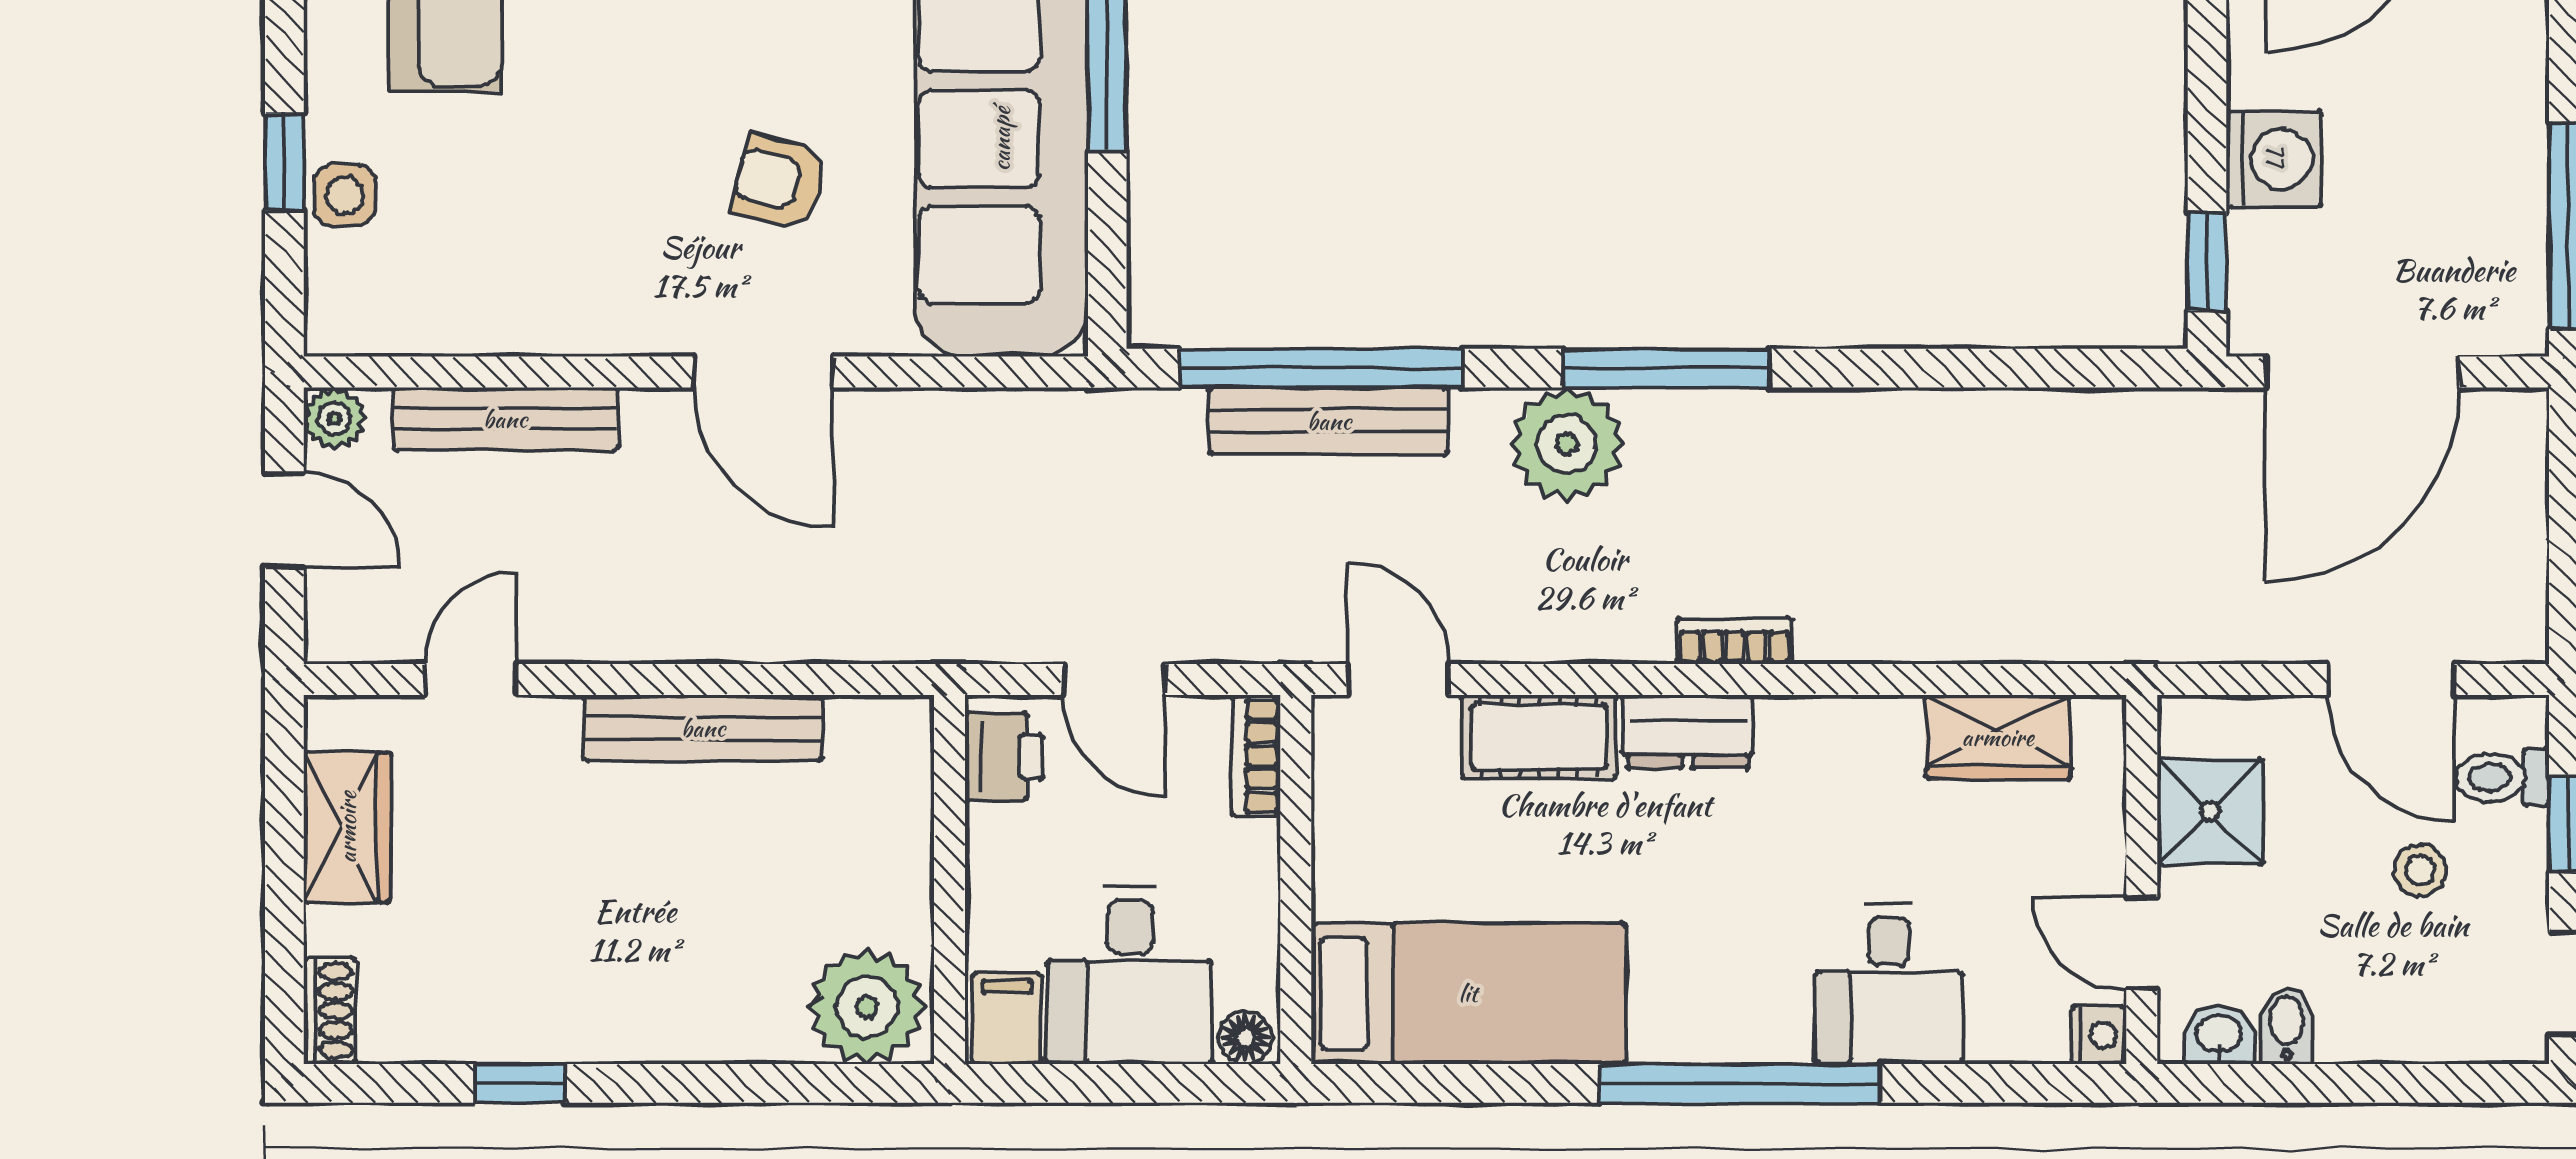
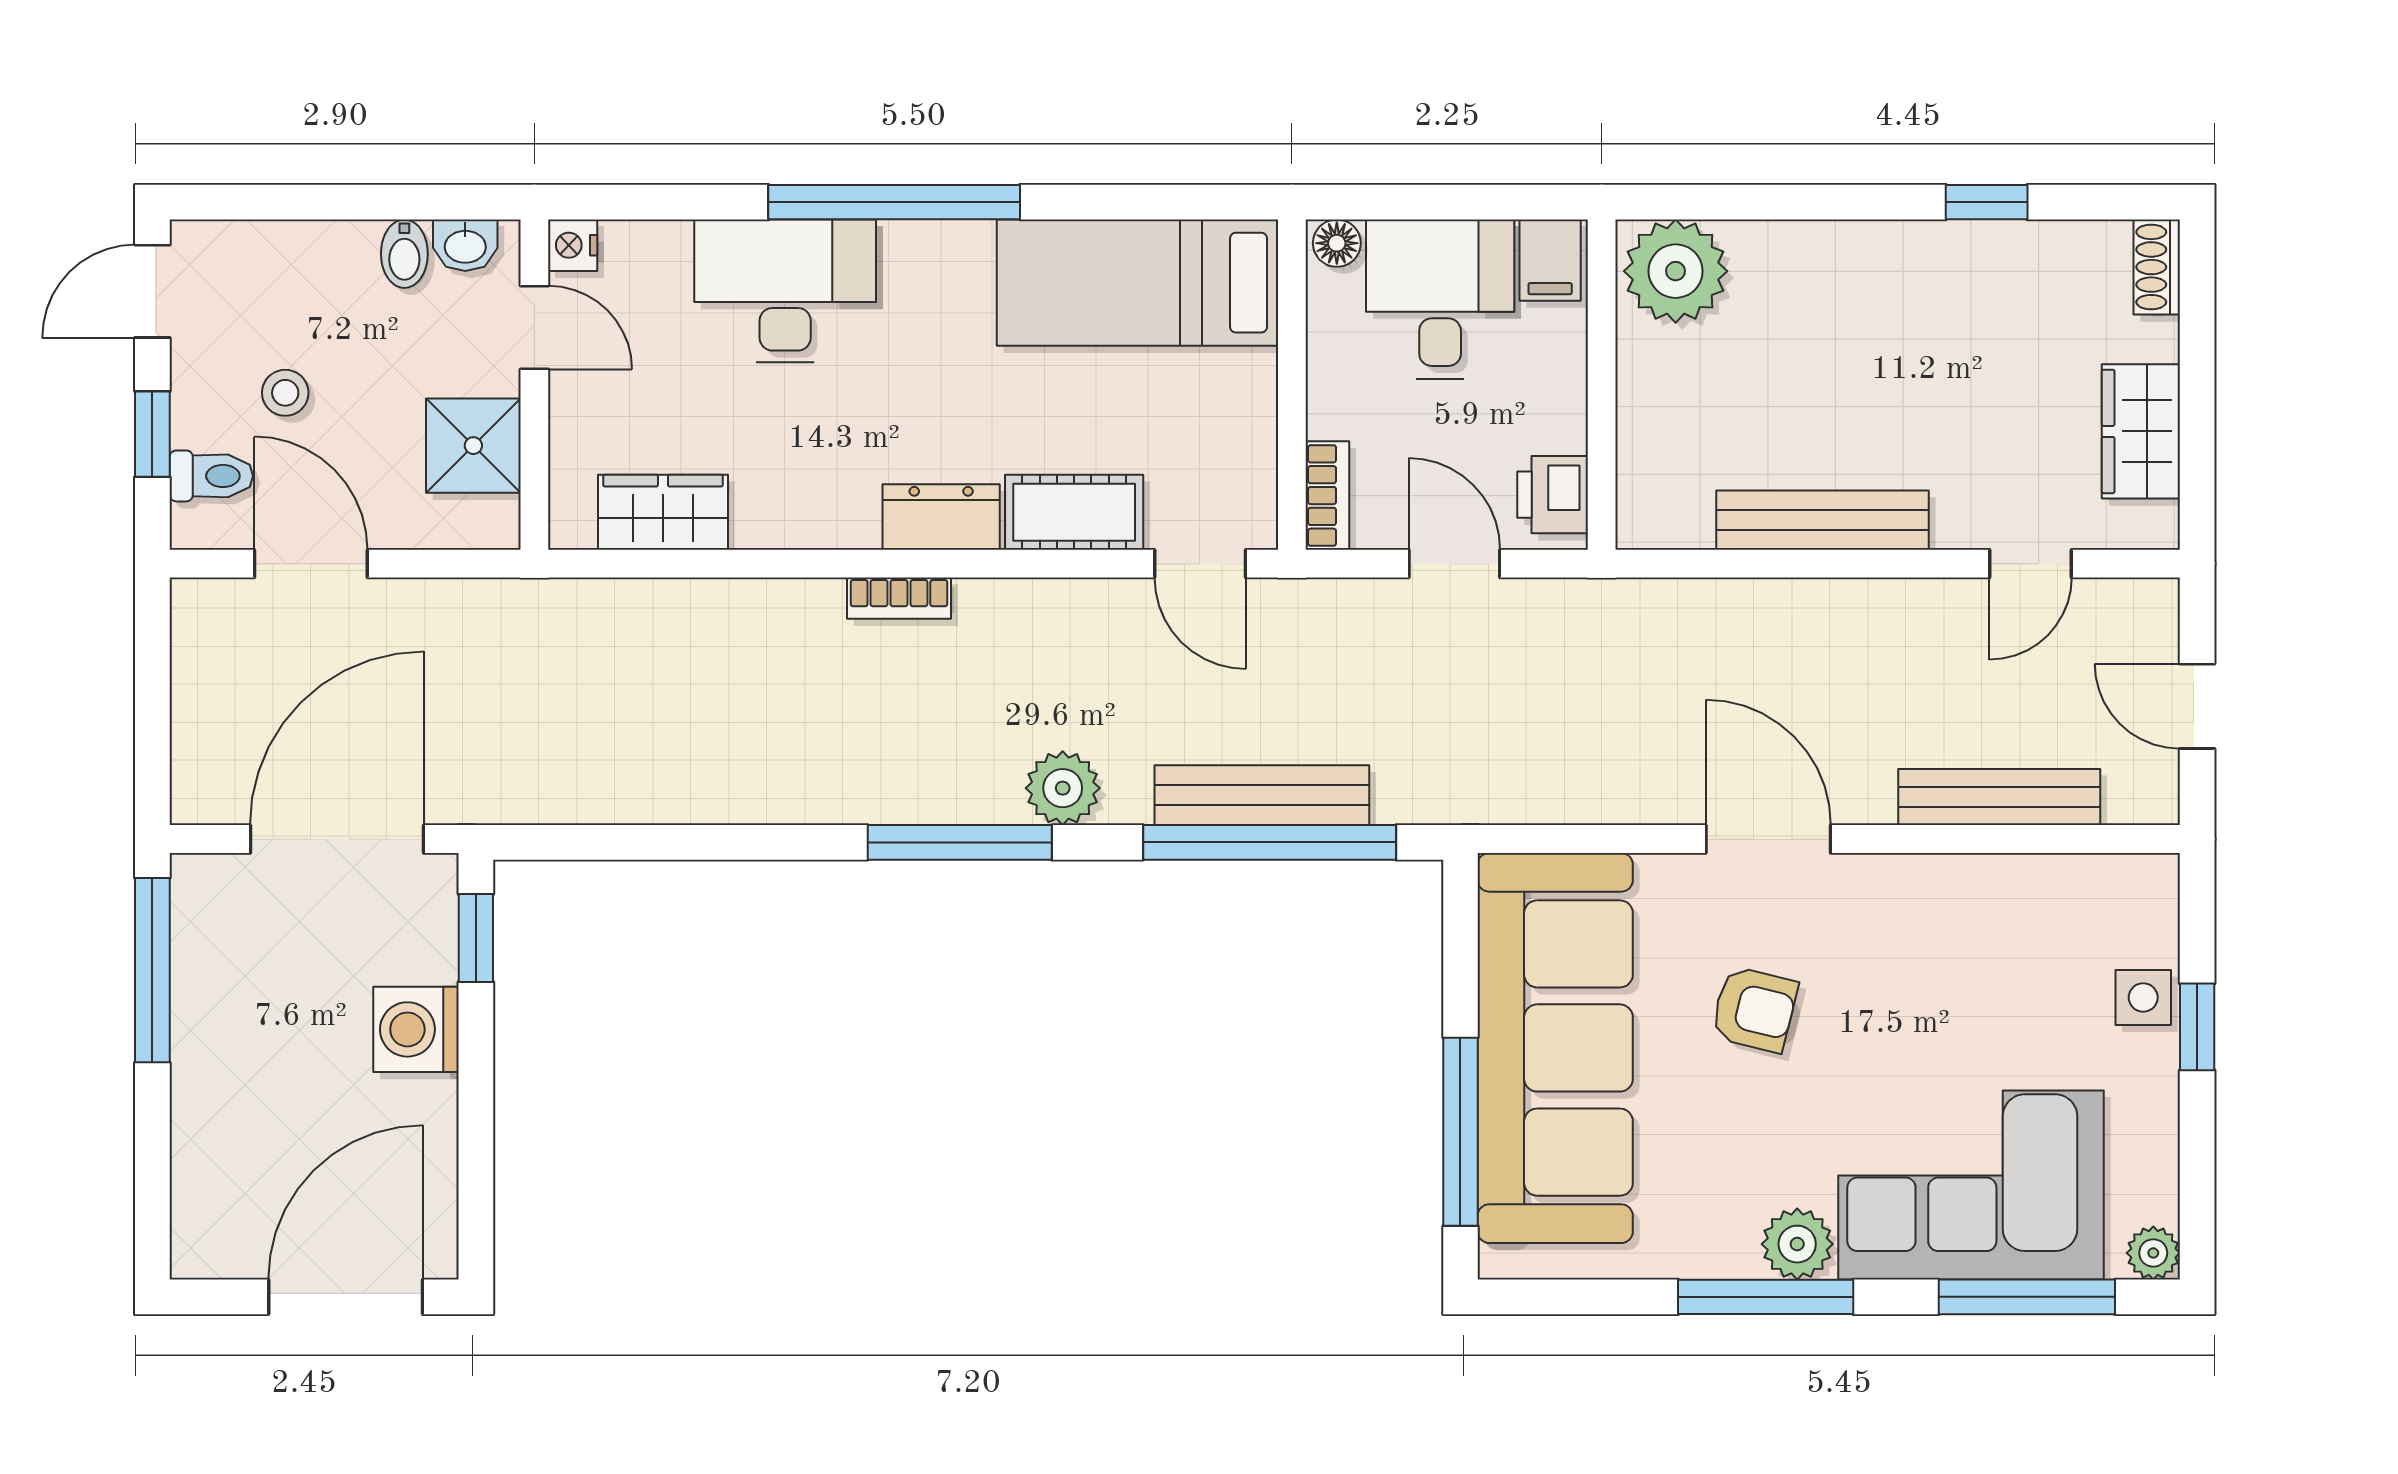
plant: (335, 418) -> (2152, 798), removed
plant: (1567, 444) -> (1063, 788), width x0.73, depth x0.73
desk: (1889, 984) -> (785, 291), width x1.37

